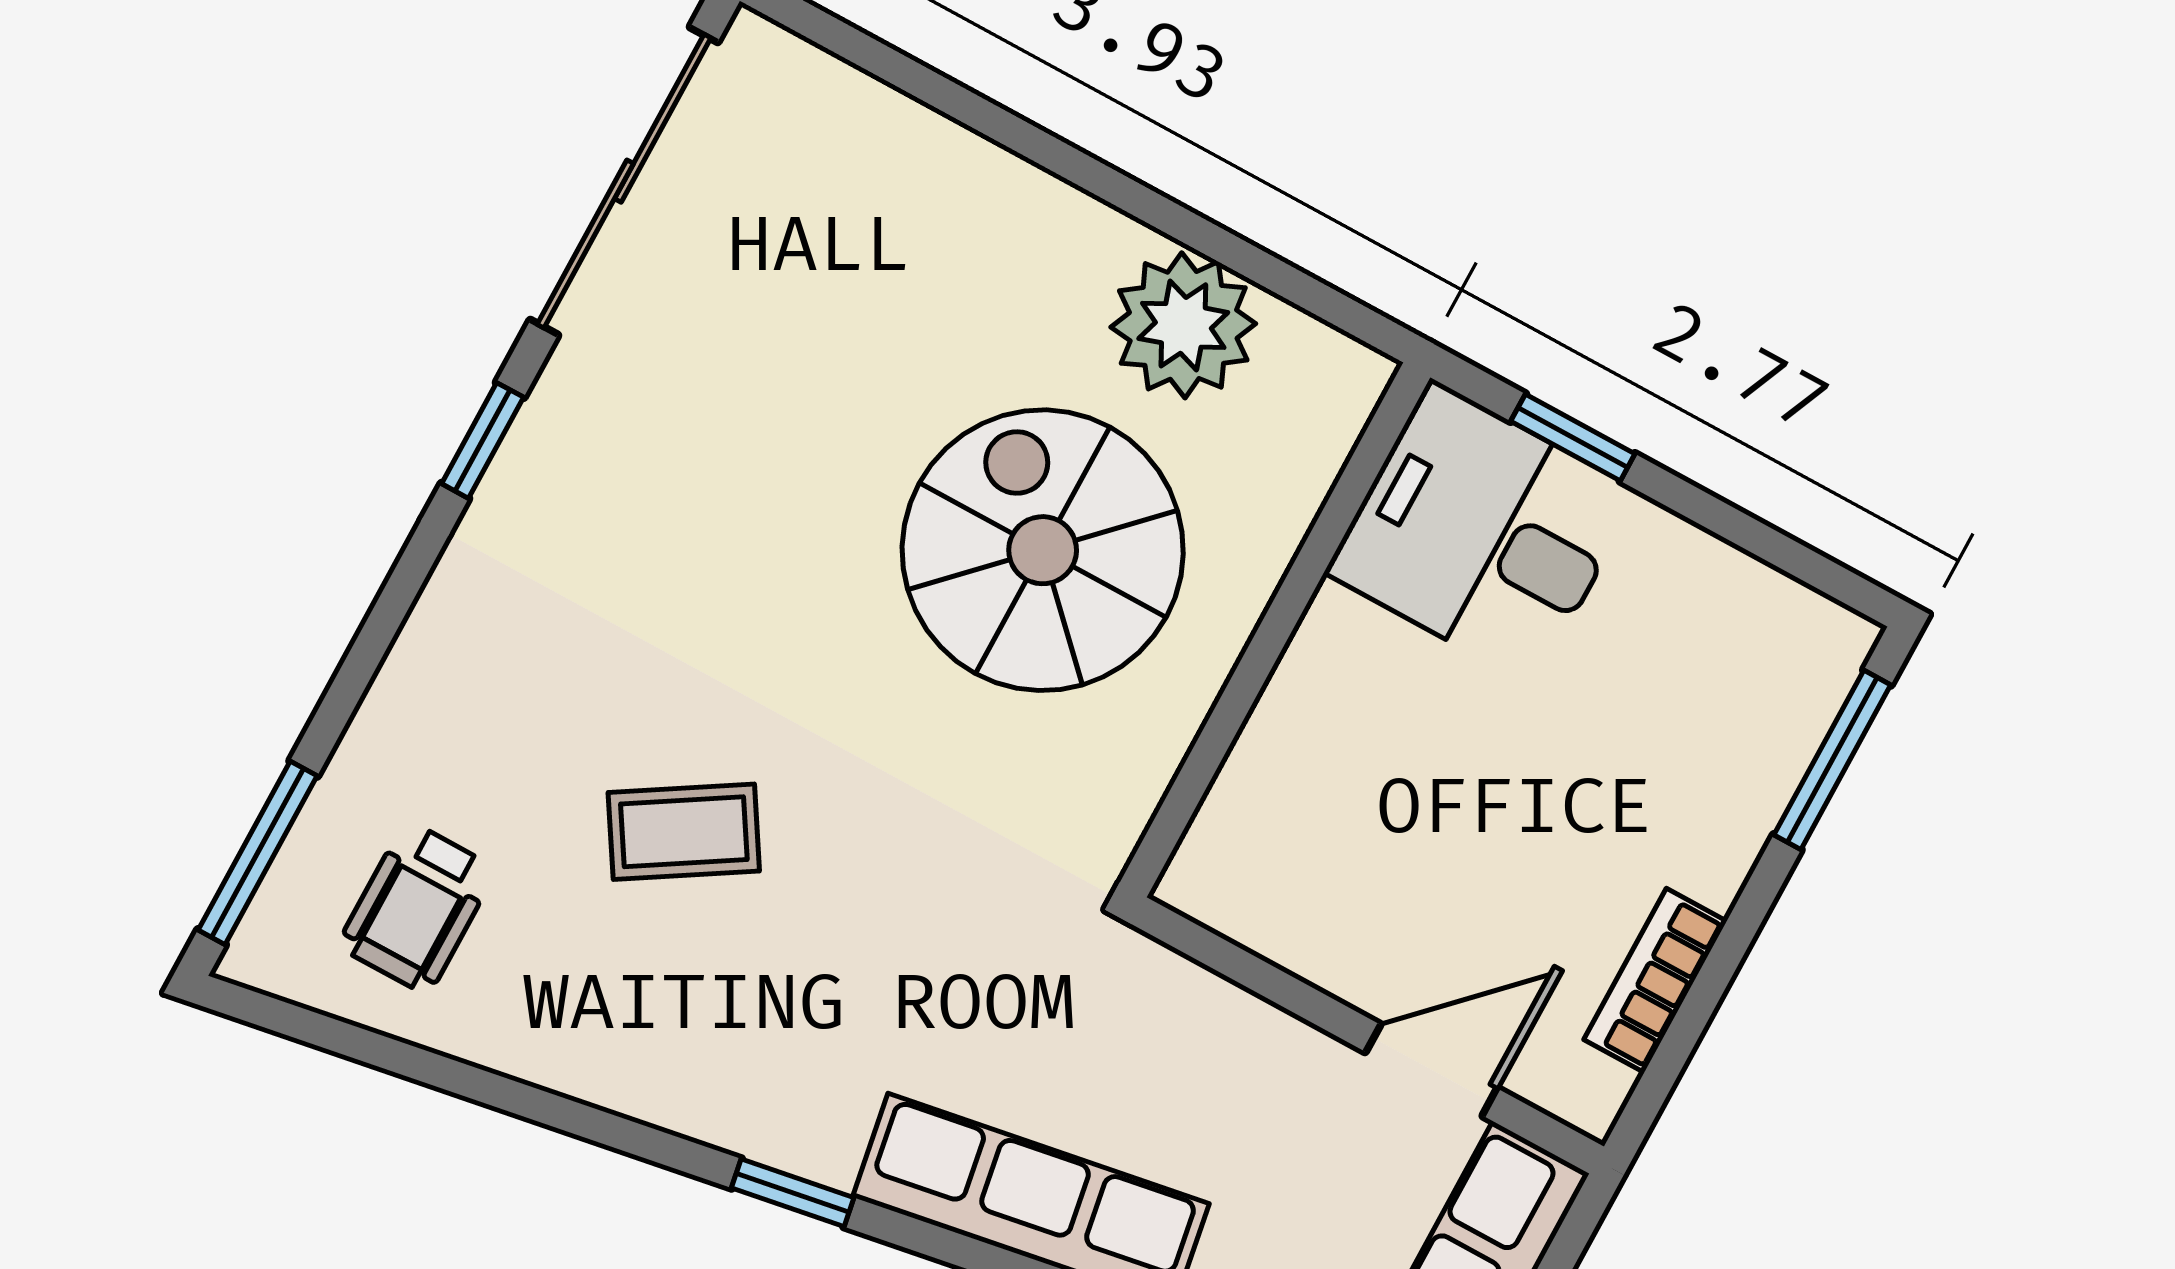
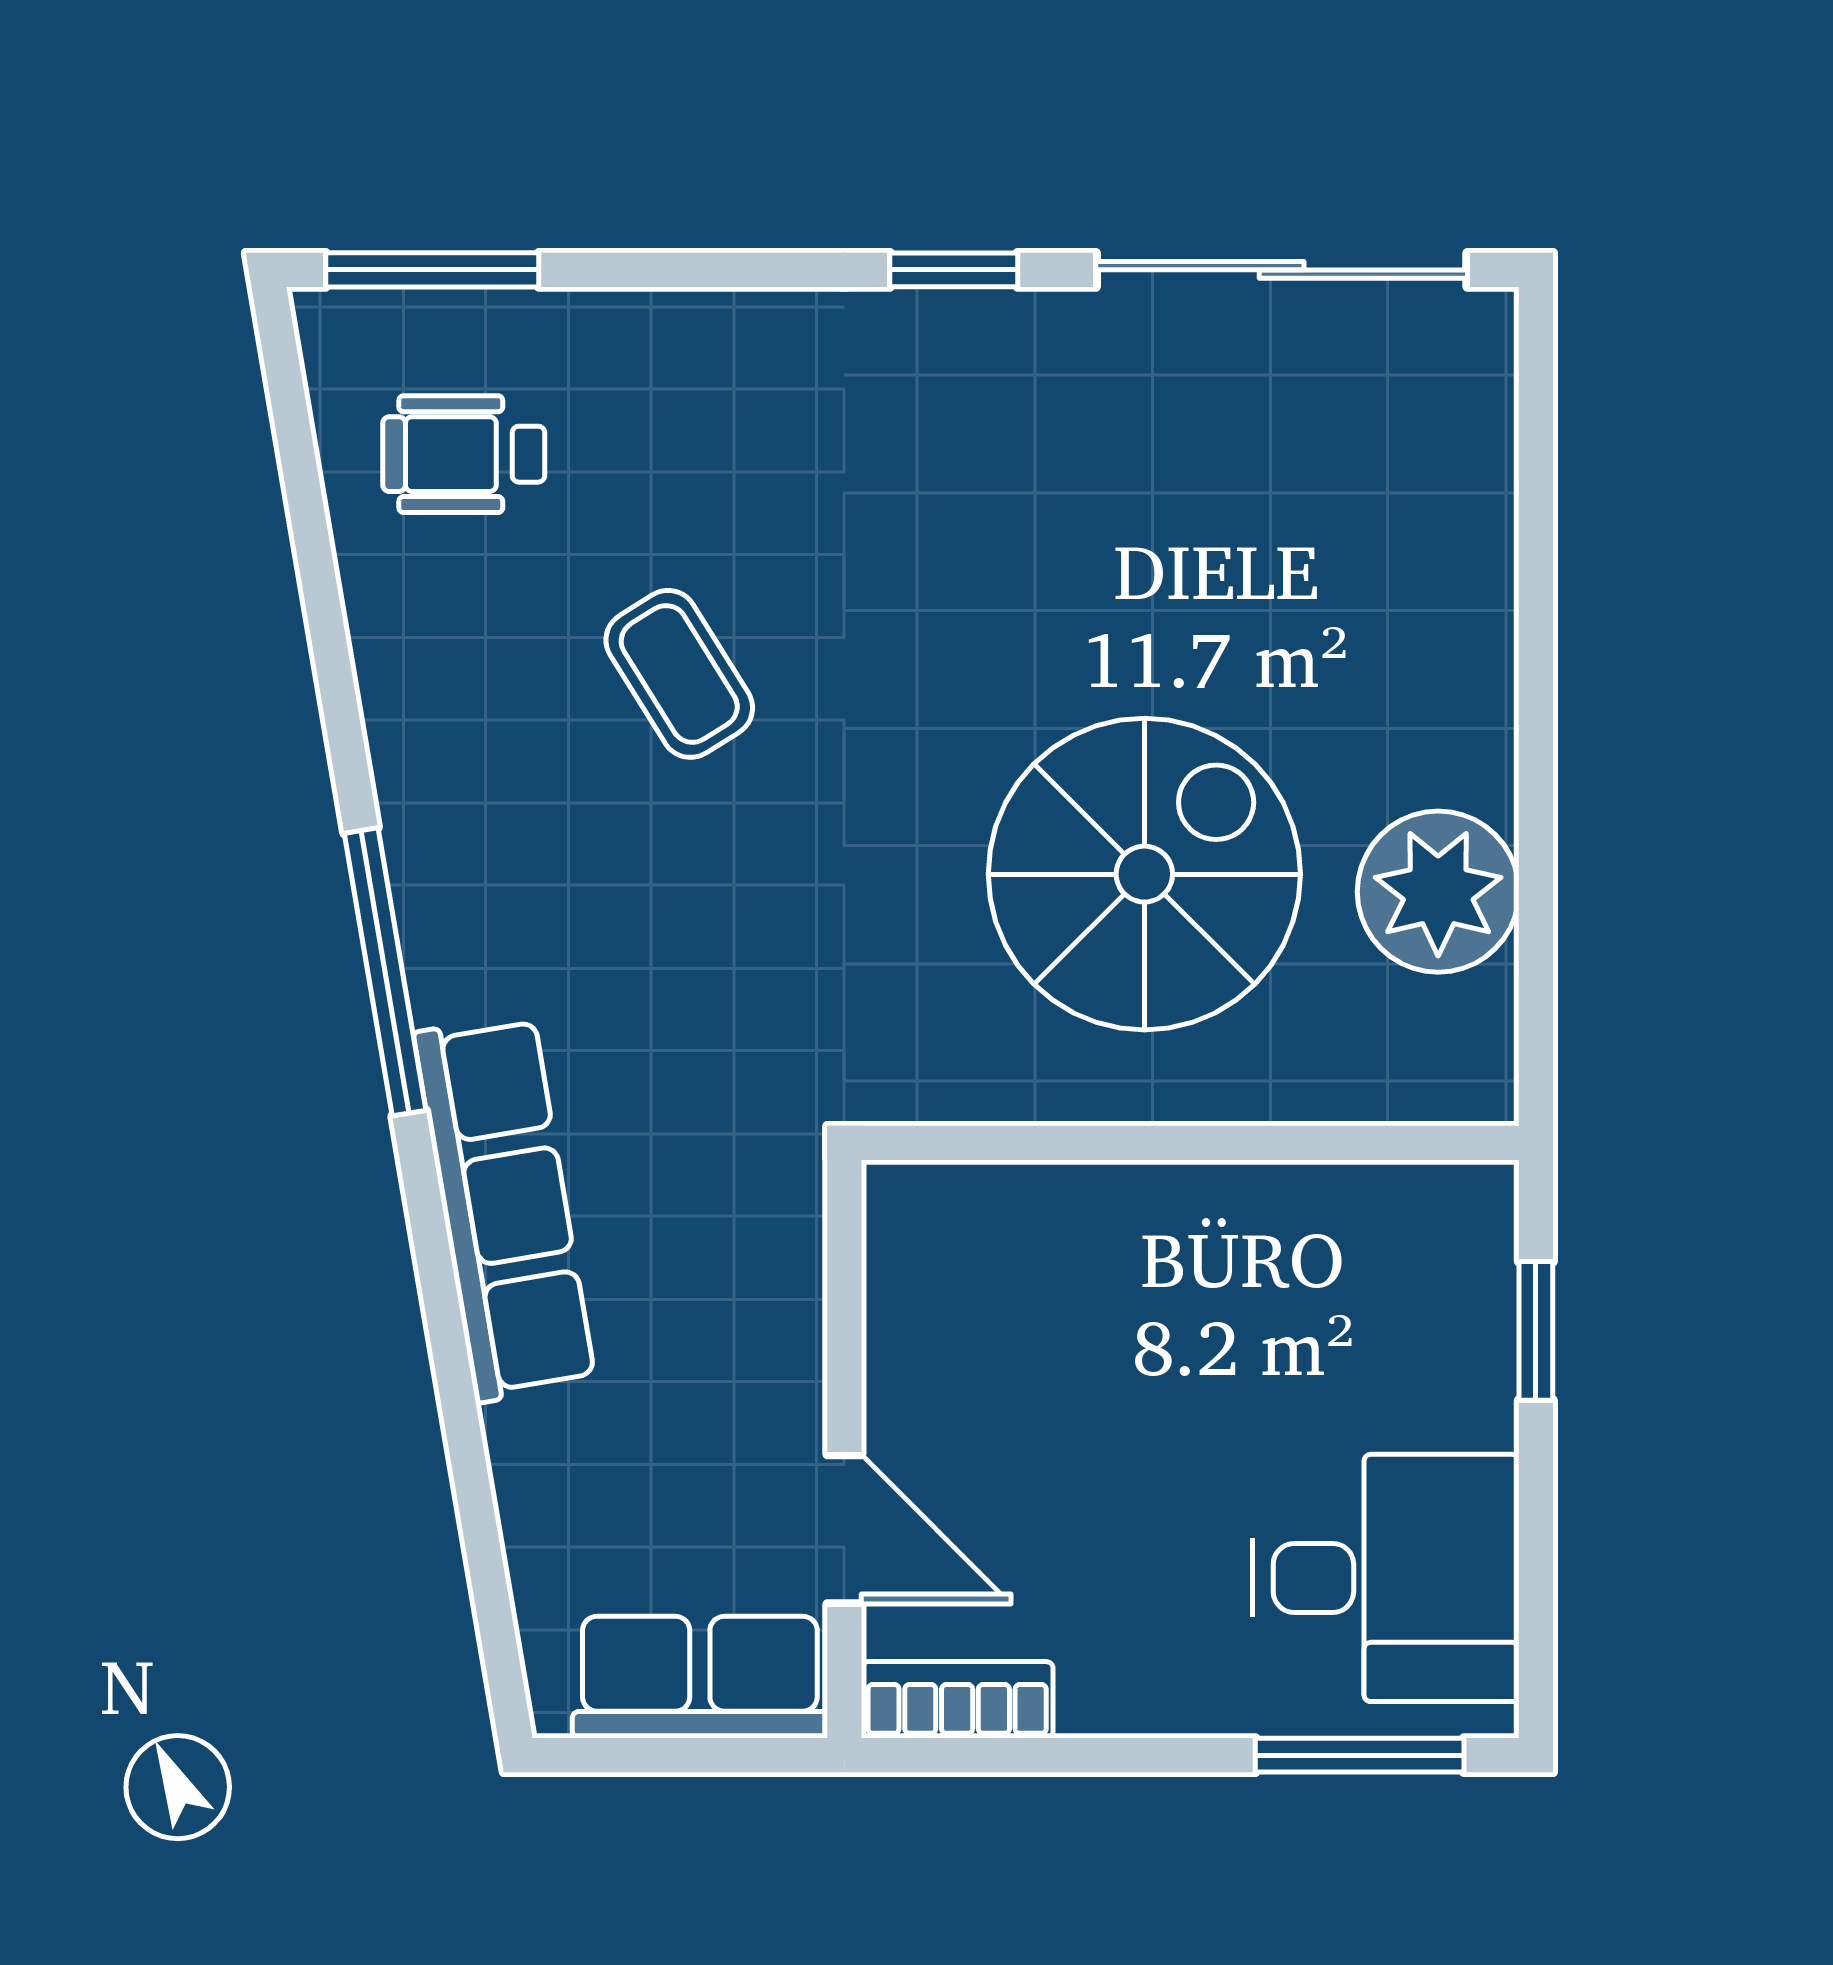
desk: (1482, 533) -> (1386, 1578), moved, turned 90
bookcase: (1655, 980) -> (957, 1700), moved
window: (793, 1193) -> (385, 972), width x2.17

